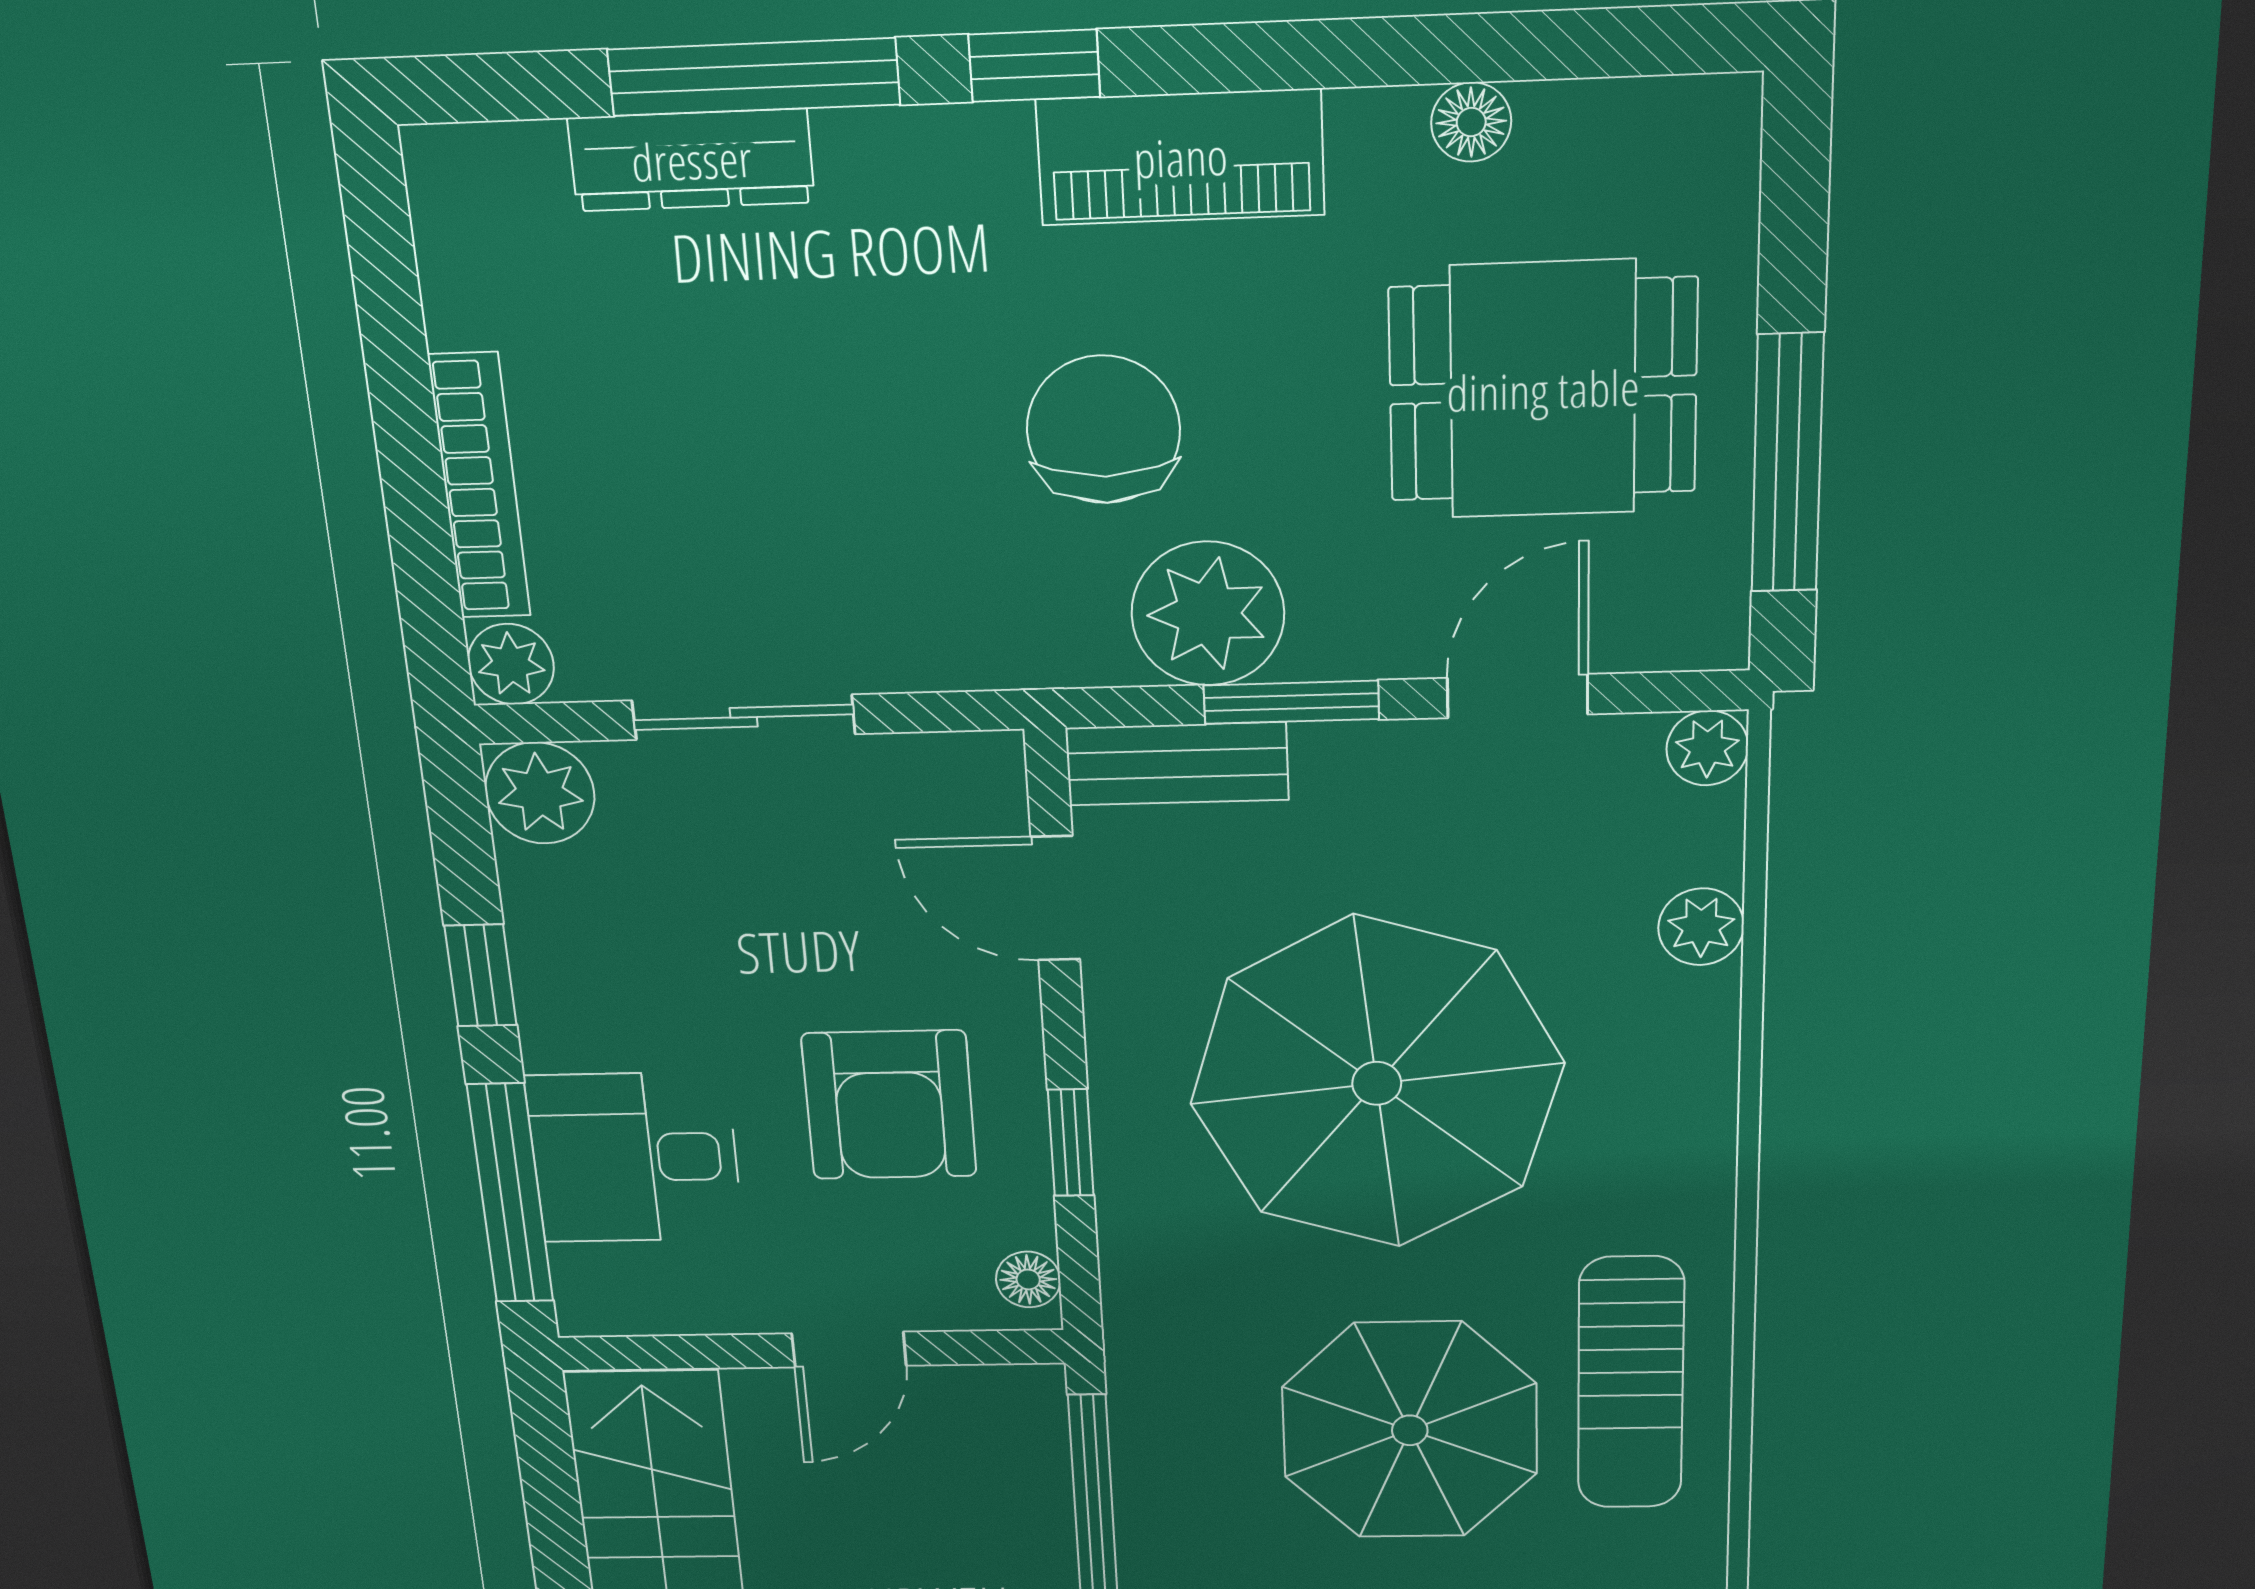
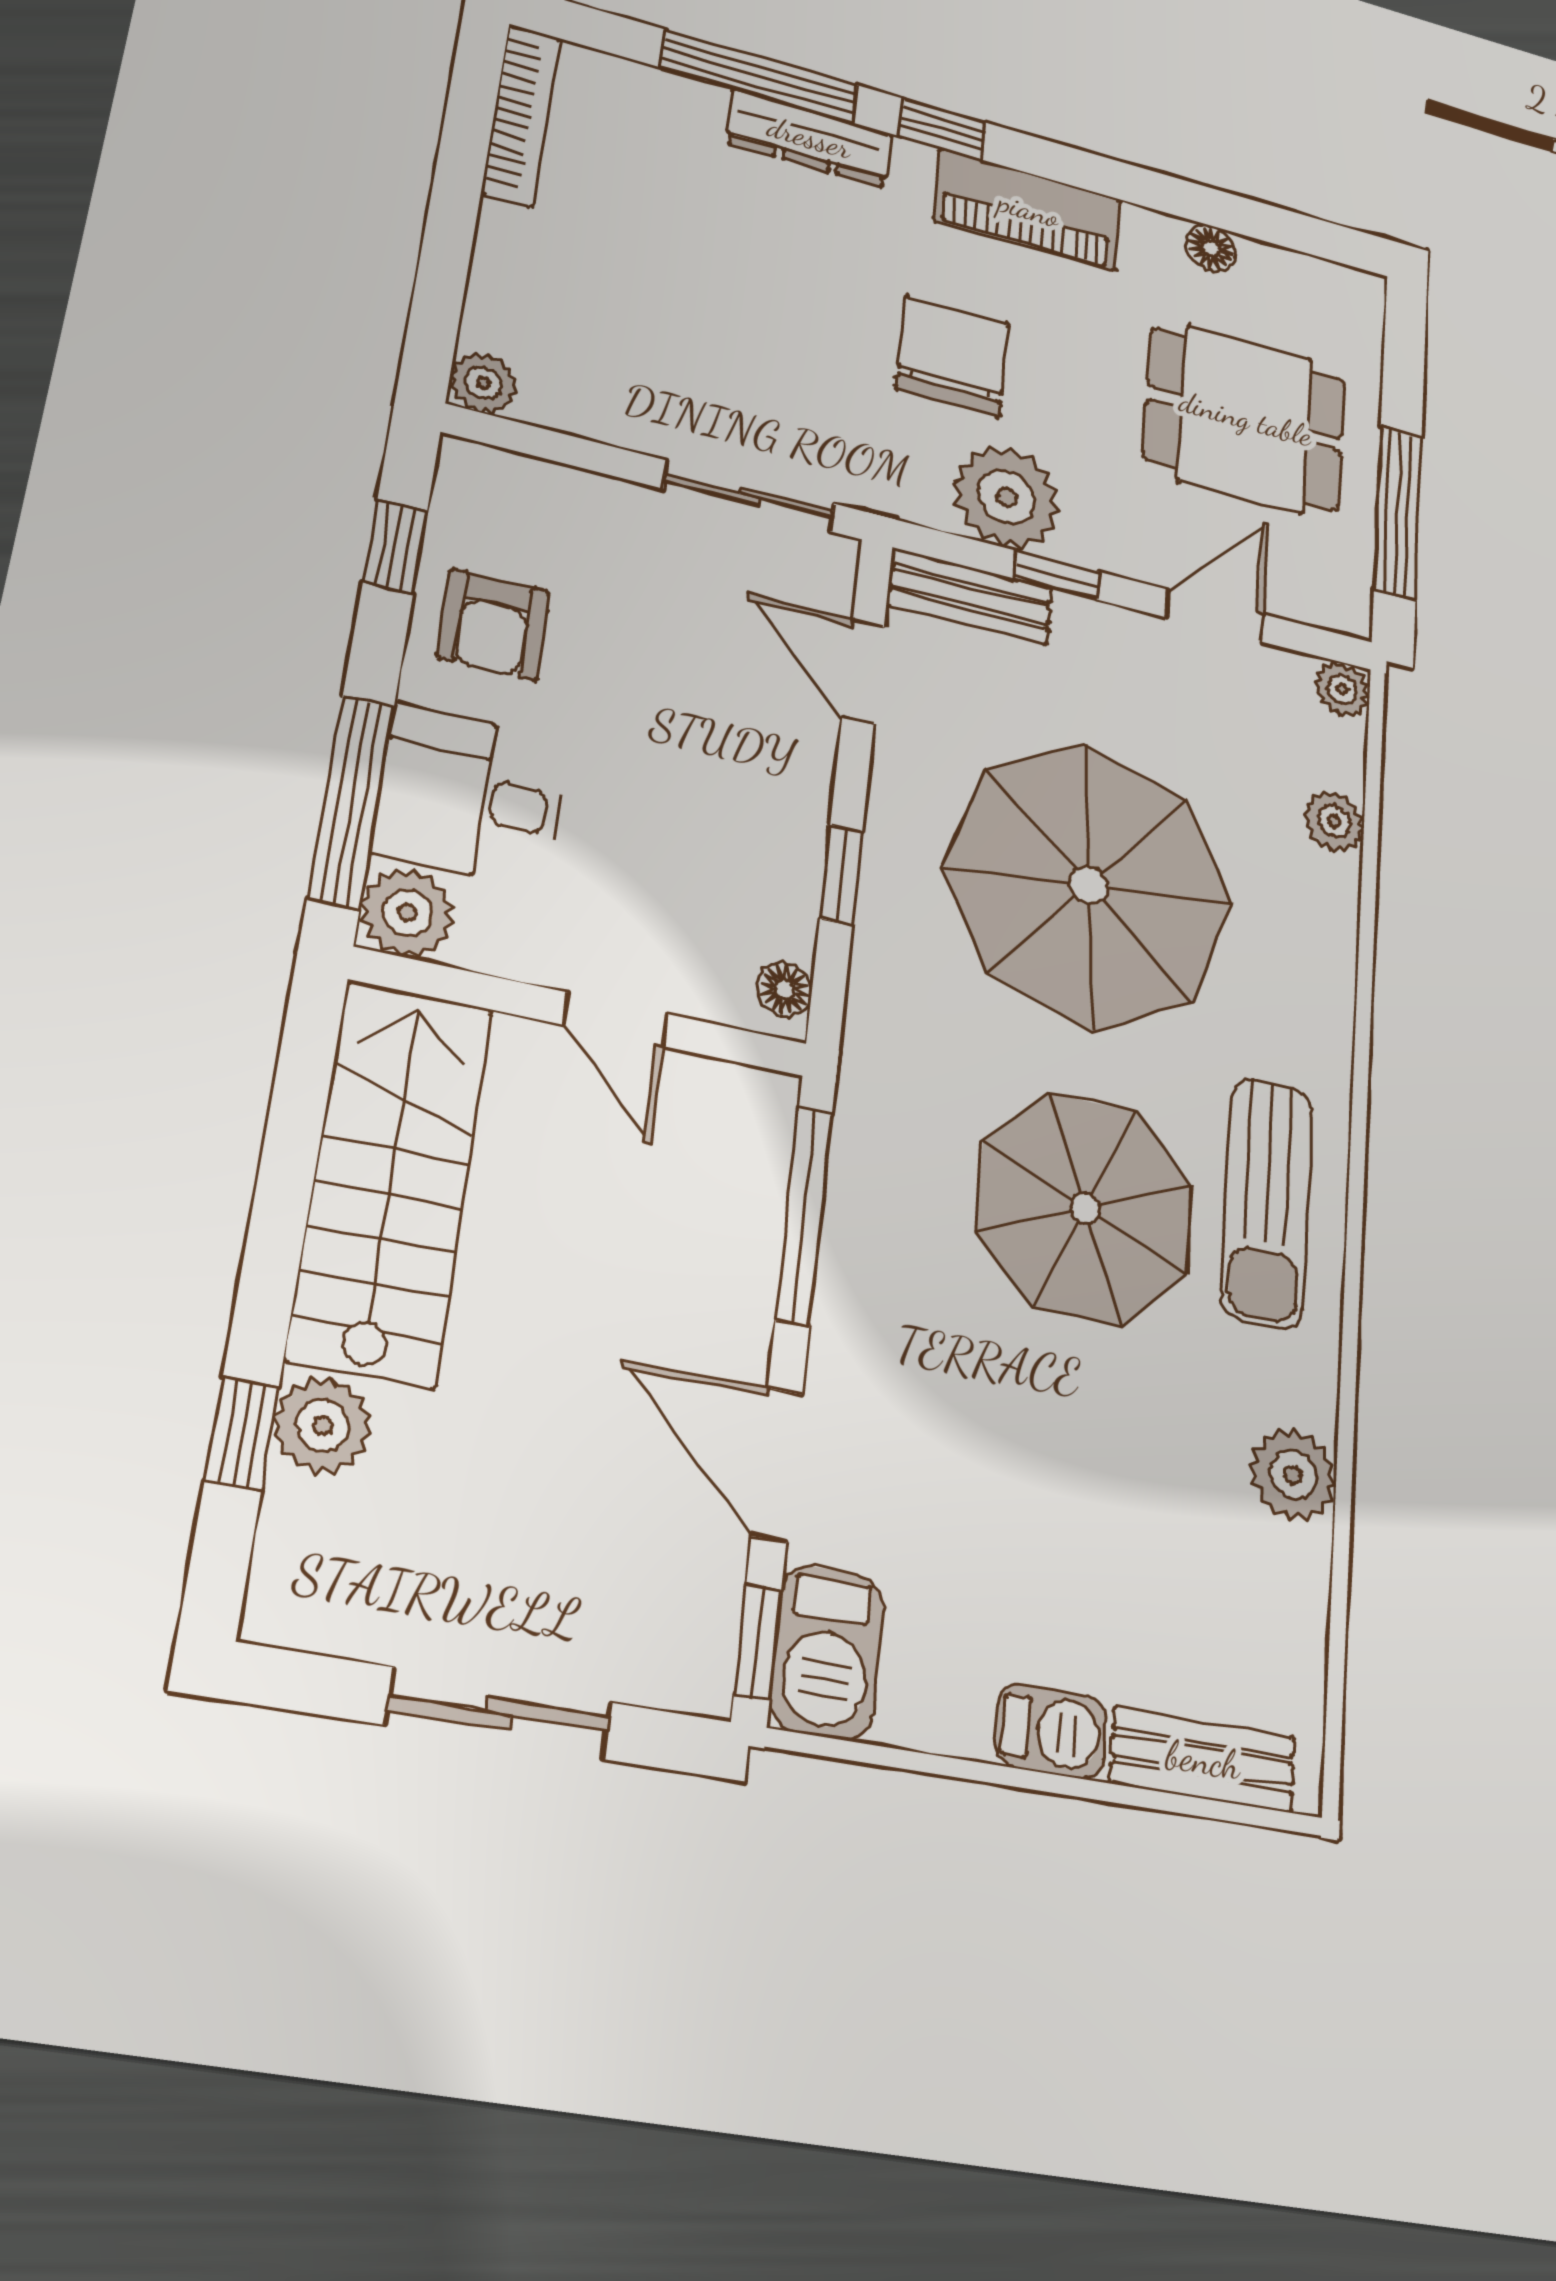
dresser: (691, 160) -> (809, 138), moved
bookcase: (480, 486) -> (521, 115), moved
window: (1291, 702) -> (1058, 575), width x0.67
sliding door: (744, 717) -> (749, 496), moved
plant: (540, 793) -> (407, 913), moved
window: (481, 976) -> (395, 546), moved
armchair: (889, 1105) -> (493, 624), moved, width x0.72, depth x0.72
door: (849, 1350) -> (615, 1019), hinge flipped

